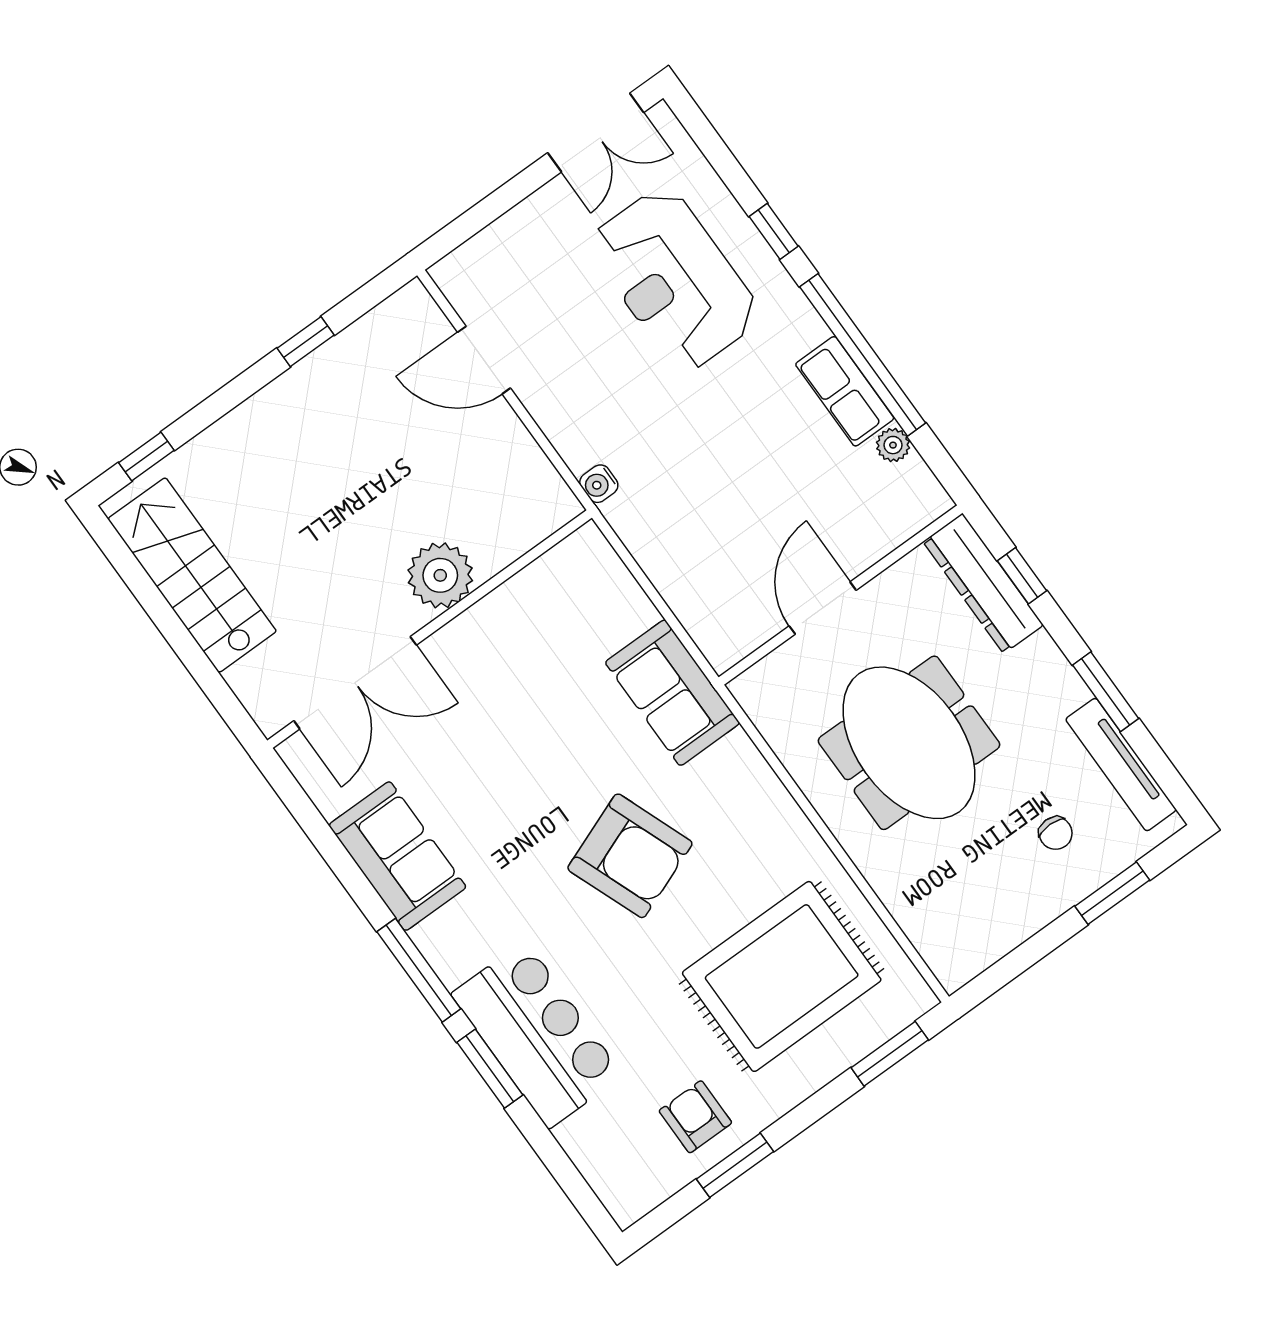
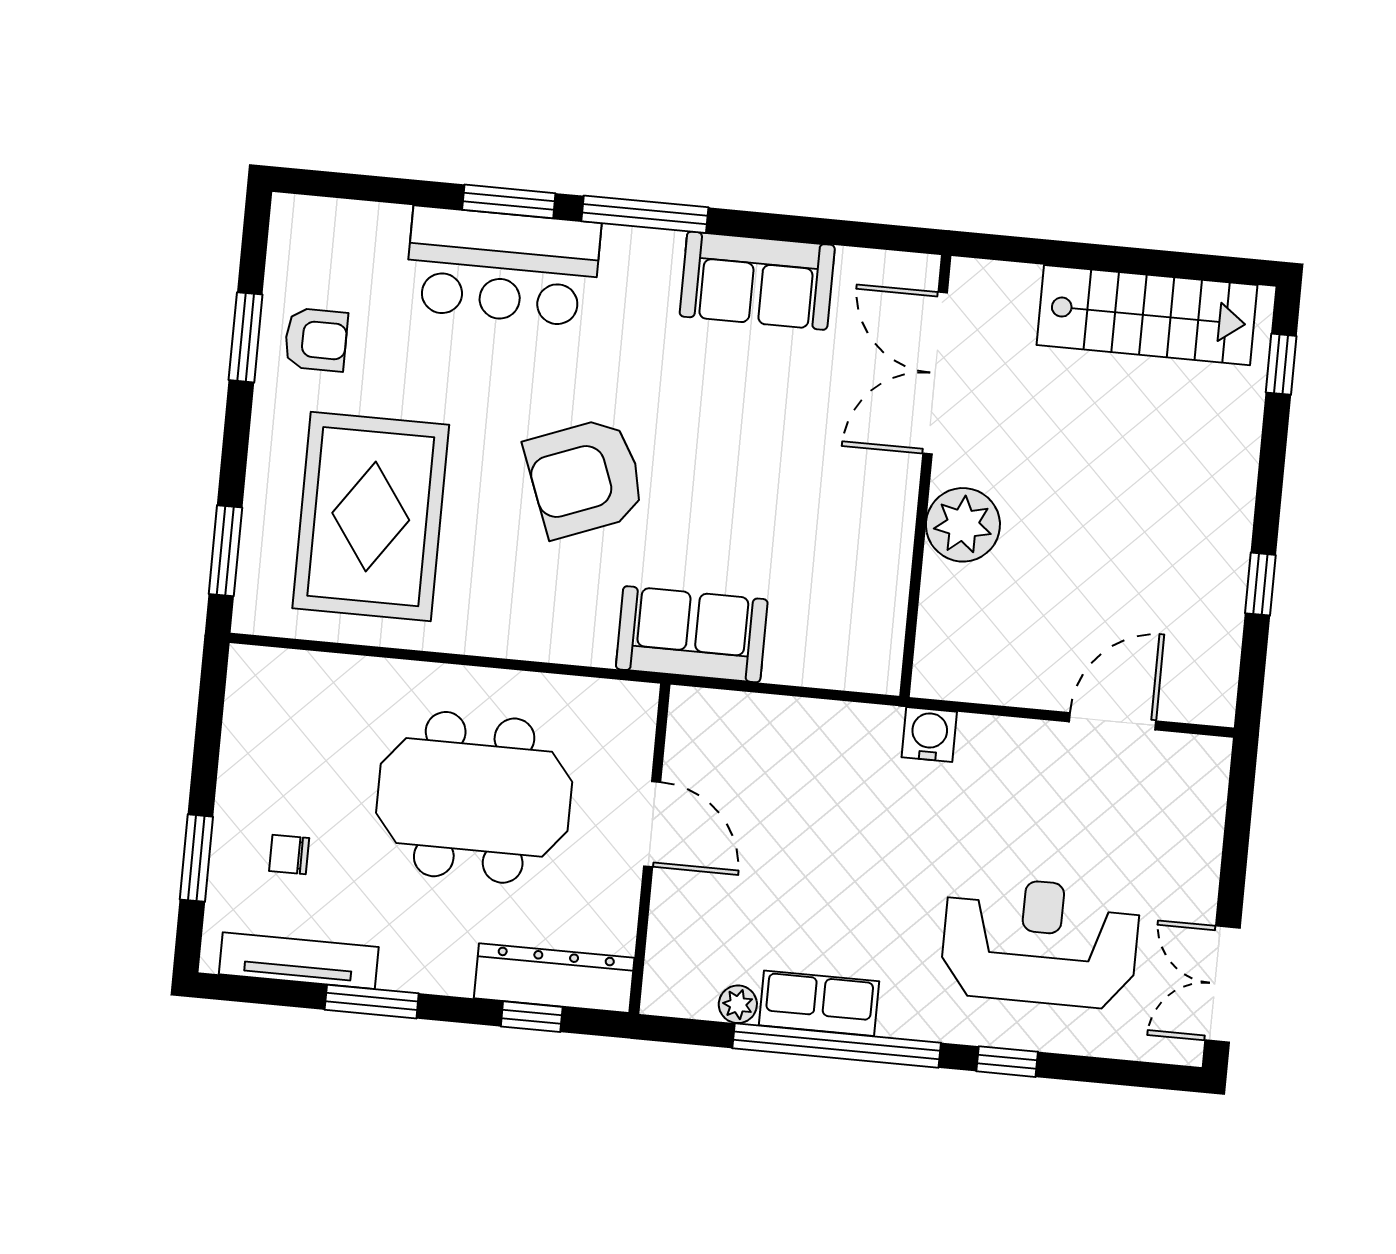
water cooler: (599, 484) -> (929, 735), width x1.38, depth x1.38

